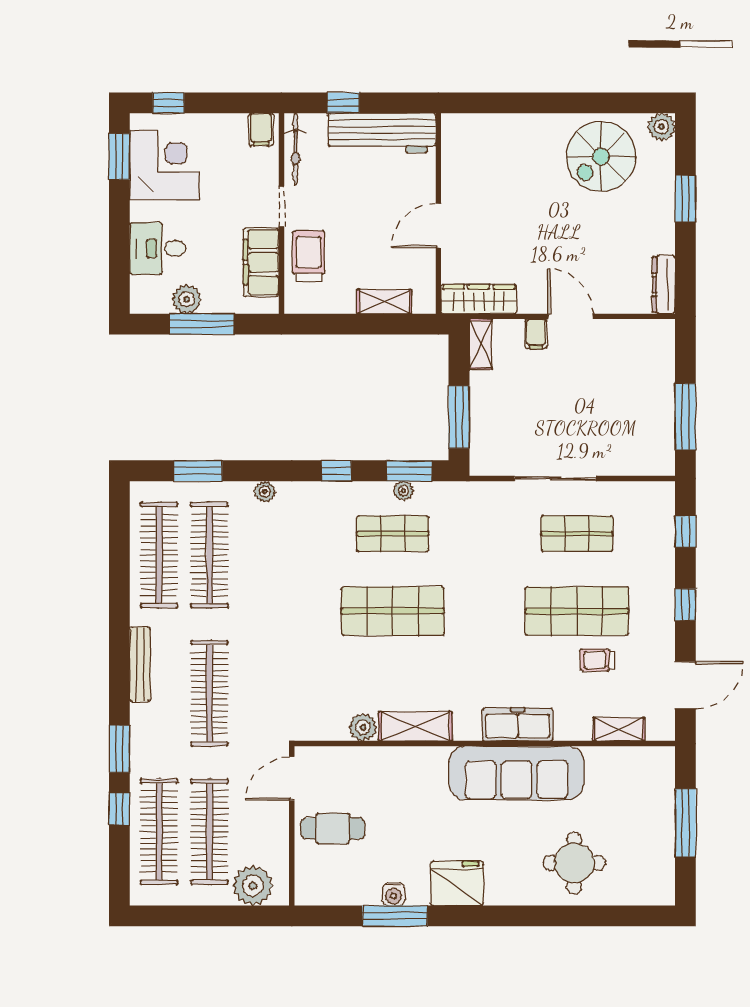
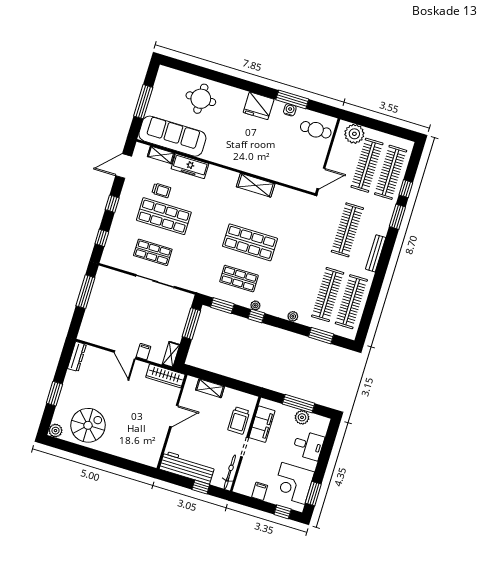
filing cabinet: (261, 130) -> (260, 491), moved
plant: (404, 491) -> (255, 305), moved
freezer: (518, 724) -> (190, 166), moved
plant: (363, 727) -> (280, 192), removed
sofa: (516, 773) -> (172, 136), moved
cafe table: (333, 828) -> (316, 130), moved

